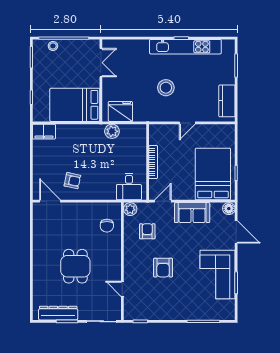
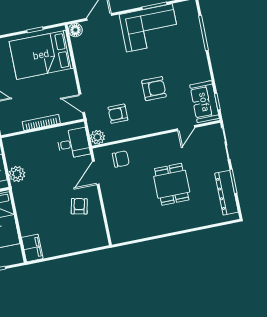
door: (50, 201) -> (96, 173), moved
sofa: (192, 213) -> (204, 102), moved, turned 180
dining table: (75, 266) -> (172, 184), turned 90

